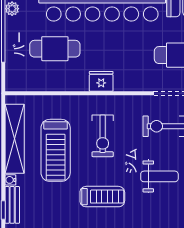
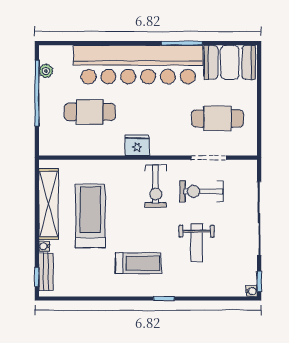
exercise bike: (103, 136) -> (156, 186), moved
treadmill: (56, 150) -> (90, 216), turned 180
weight bench: (159, 176) -> (197, 243), turned 90

